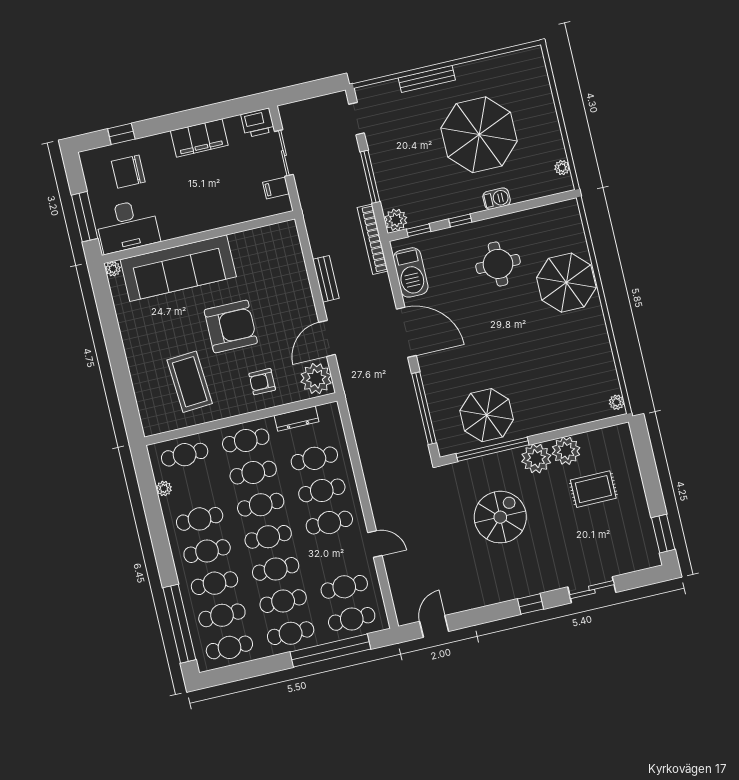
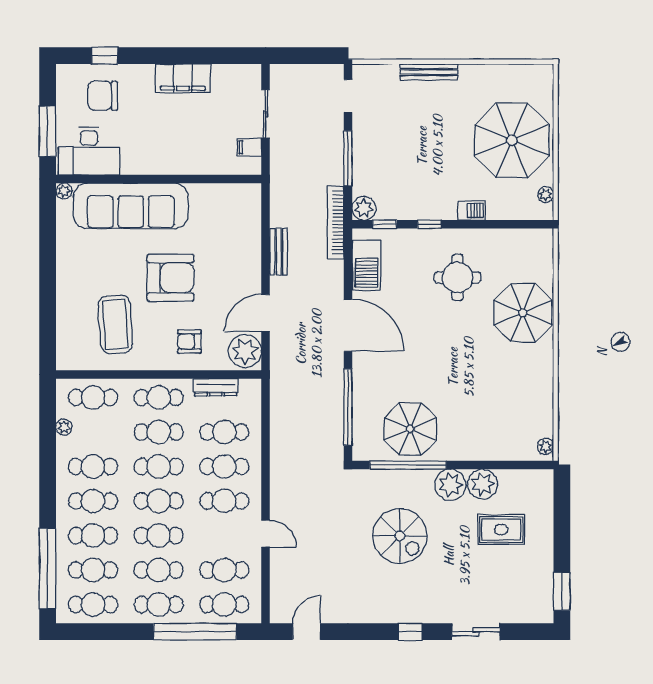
printer: (258, 123) -> (246, 77), removed
parasol: (479, 135) -> (512, 140), moved
spiral stairs: (500, 517) -> (400, 536), turned 90

